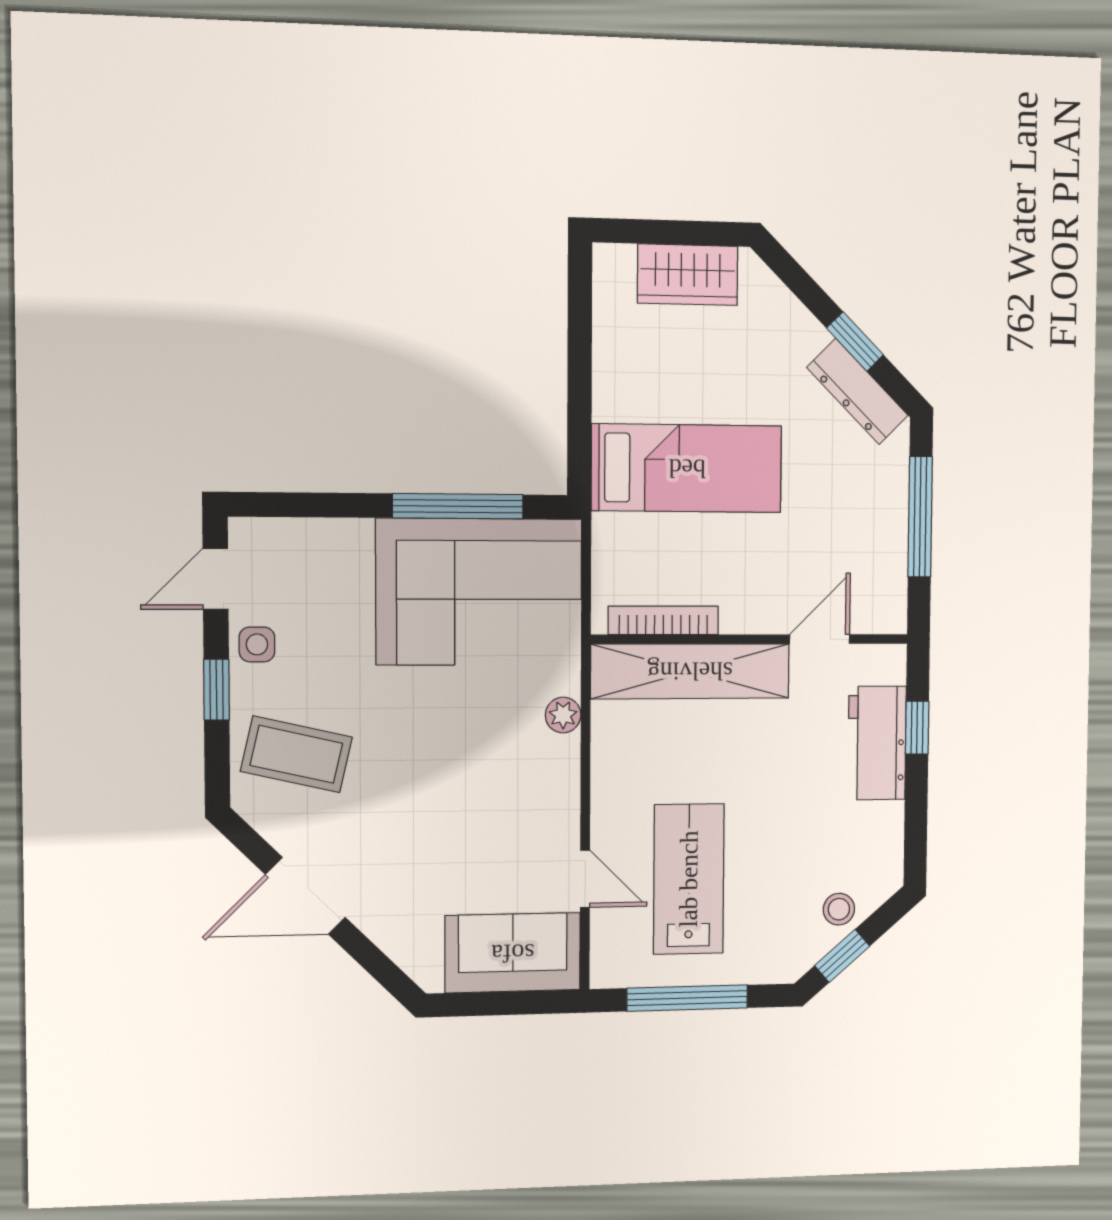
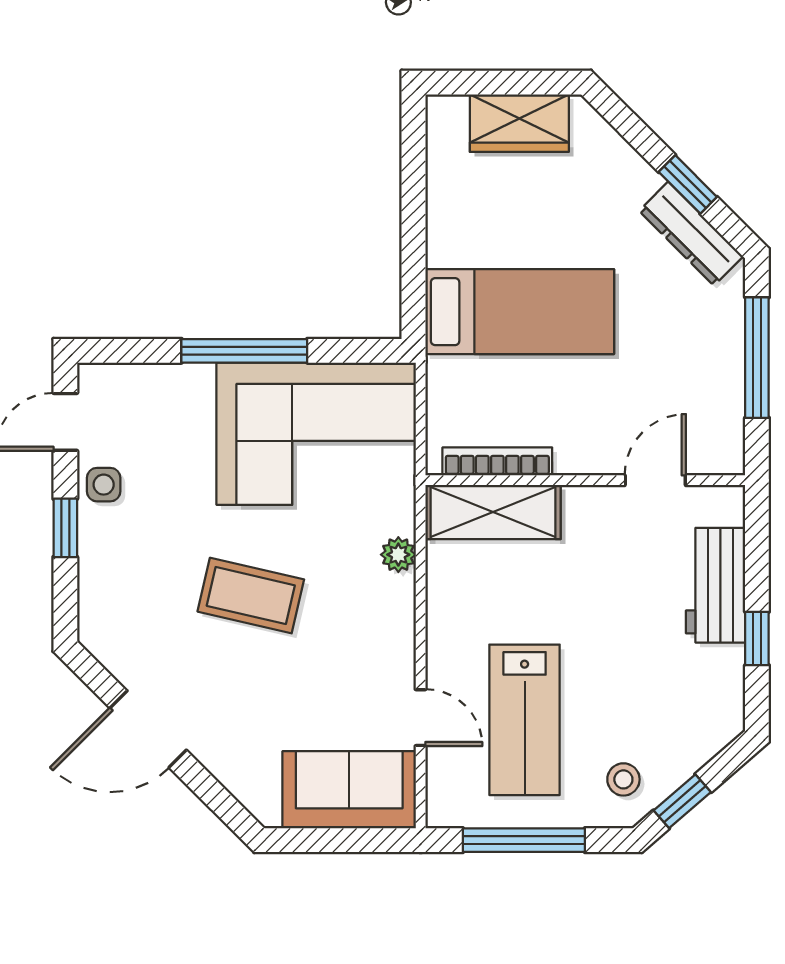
window: (458, 506) -> (244, 351), moved
shelving: (690, 671) -> (493, 512), width x0.68
window: (917, 728) -> (757, 638), moved
coffee table: (296, 754) -> (251, 596), moved
lab bench: (689, 879) -> (525, 720), turned 180
stool: (839, 909) -> (623, 779), moved

